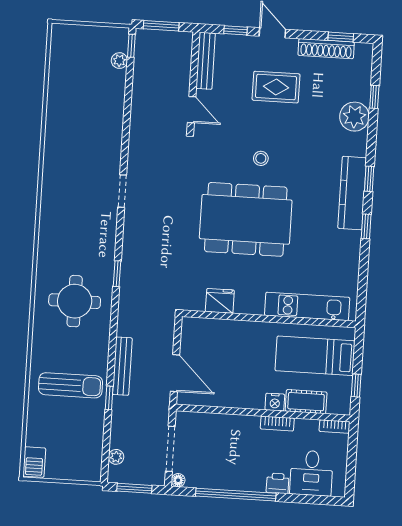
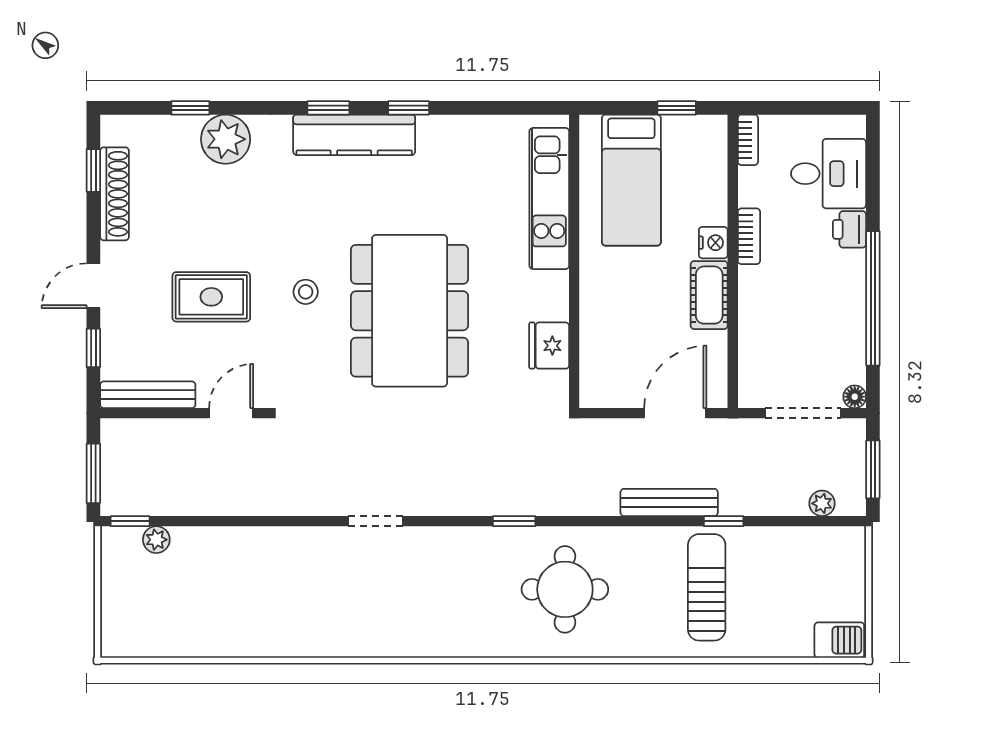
rug: (276, 87) -> (211, 297), moved, turned 90
cot: (306, 402) -> (709, 295), moved

